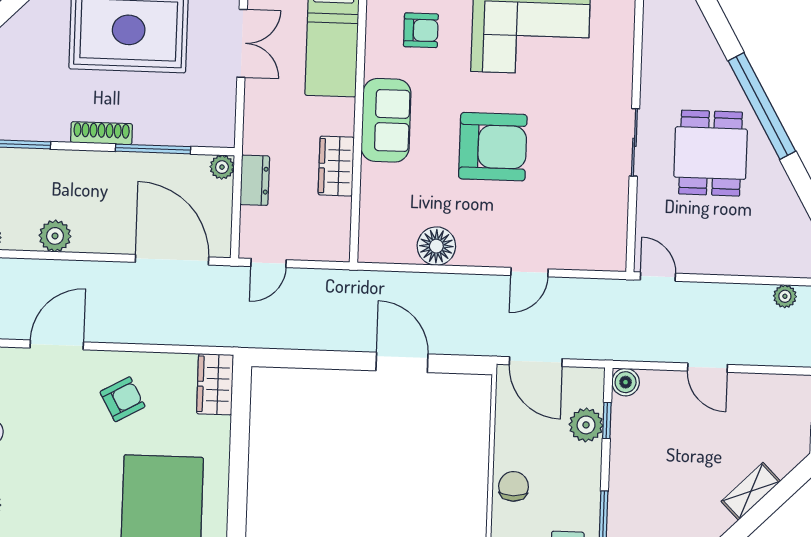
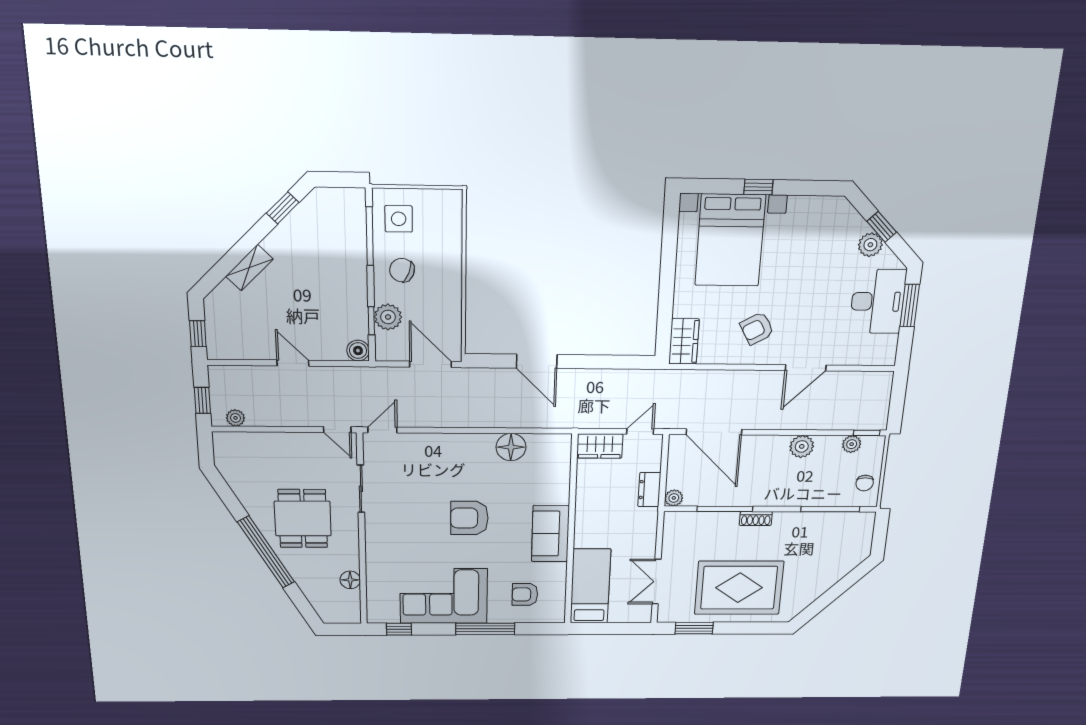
floor lamp: (654, 61) -> (350, 580), added
shoe rack: (101, 133) -> (756, 519), width x0.70
sliding door: (634, 142) -> (361, 489), moved
armchair: (493, 147) -> (469, 518), width x0.73, depth x0.73
wardrobe: (336, 166) -> (600, 446), moved, turned 90
door: (529, 272) -> (382, 430), moved
chair: (514, 486) -> (402, 270), moved, turned 111

